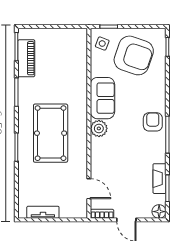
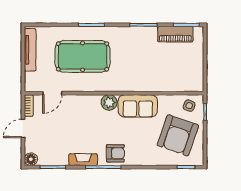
pool table: (51, 133) -> (83, 56), moved
fireplace: (160, 179) -> (83, 160), moved
tv unit: (43, 212) -> (30, 50), width x1.41

